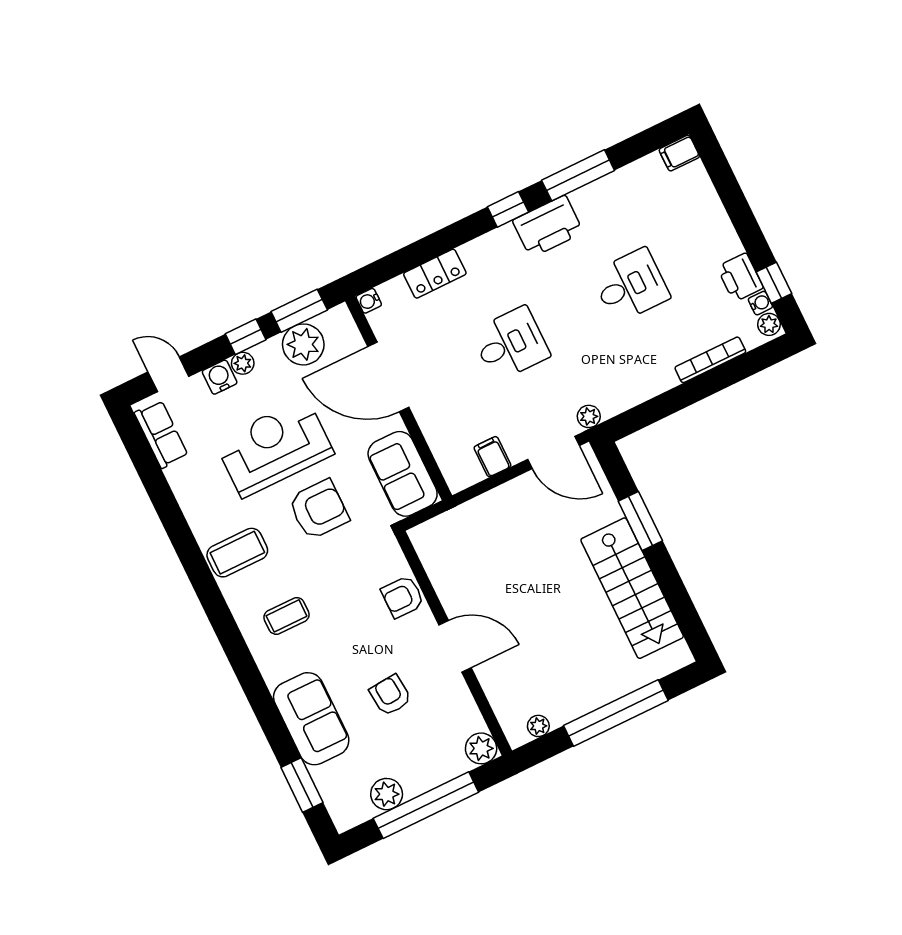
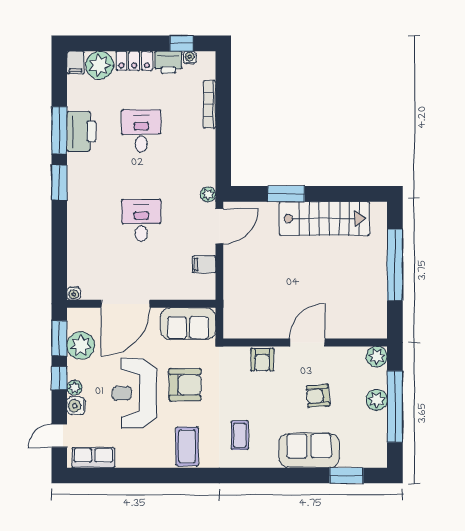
window: (508, 209) -> (59, 182), width x1.50
printer: (548, 226) -> (81, 131), moved
locker: (435, 274) -> (134, 61), moved, turned 90
plant: (769, 324) -> (100, 65), moved, width x1.88, depth x1.88
armchair: (319, 510) -> (185, 385), turned 90
plant: (538, 726) -> (380, 316), removed
plant: (387, 794) -> (377, 400), moved

